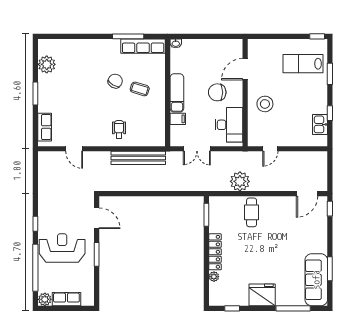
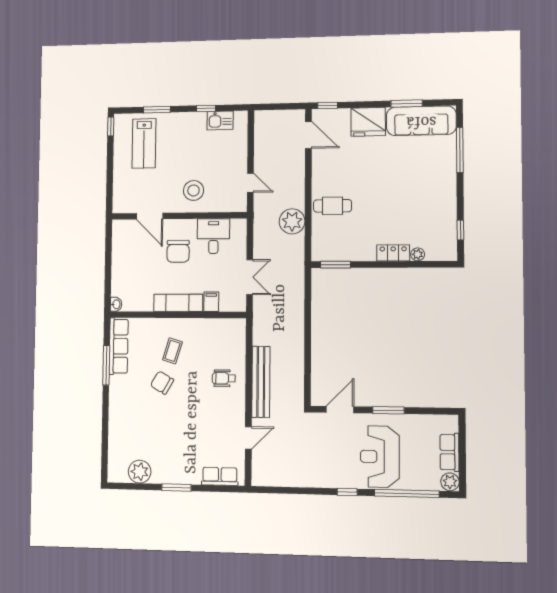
desk: (229, 125) -> (213, 236), width x0.73
bench: (138, 158) -> (261, 382), moved
locker: (215, 252) -> (393, 253), width x0.66
fridge: (262, 295) -> (368, 122), moved, turned -90

